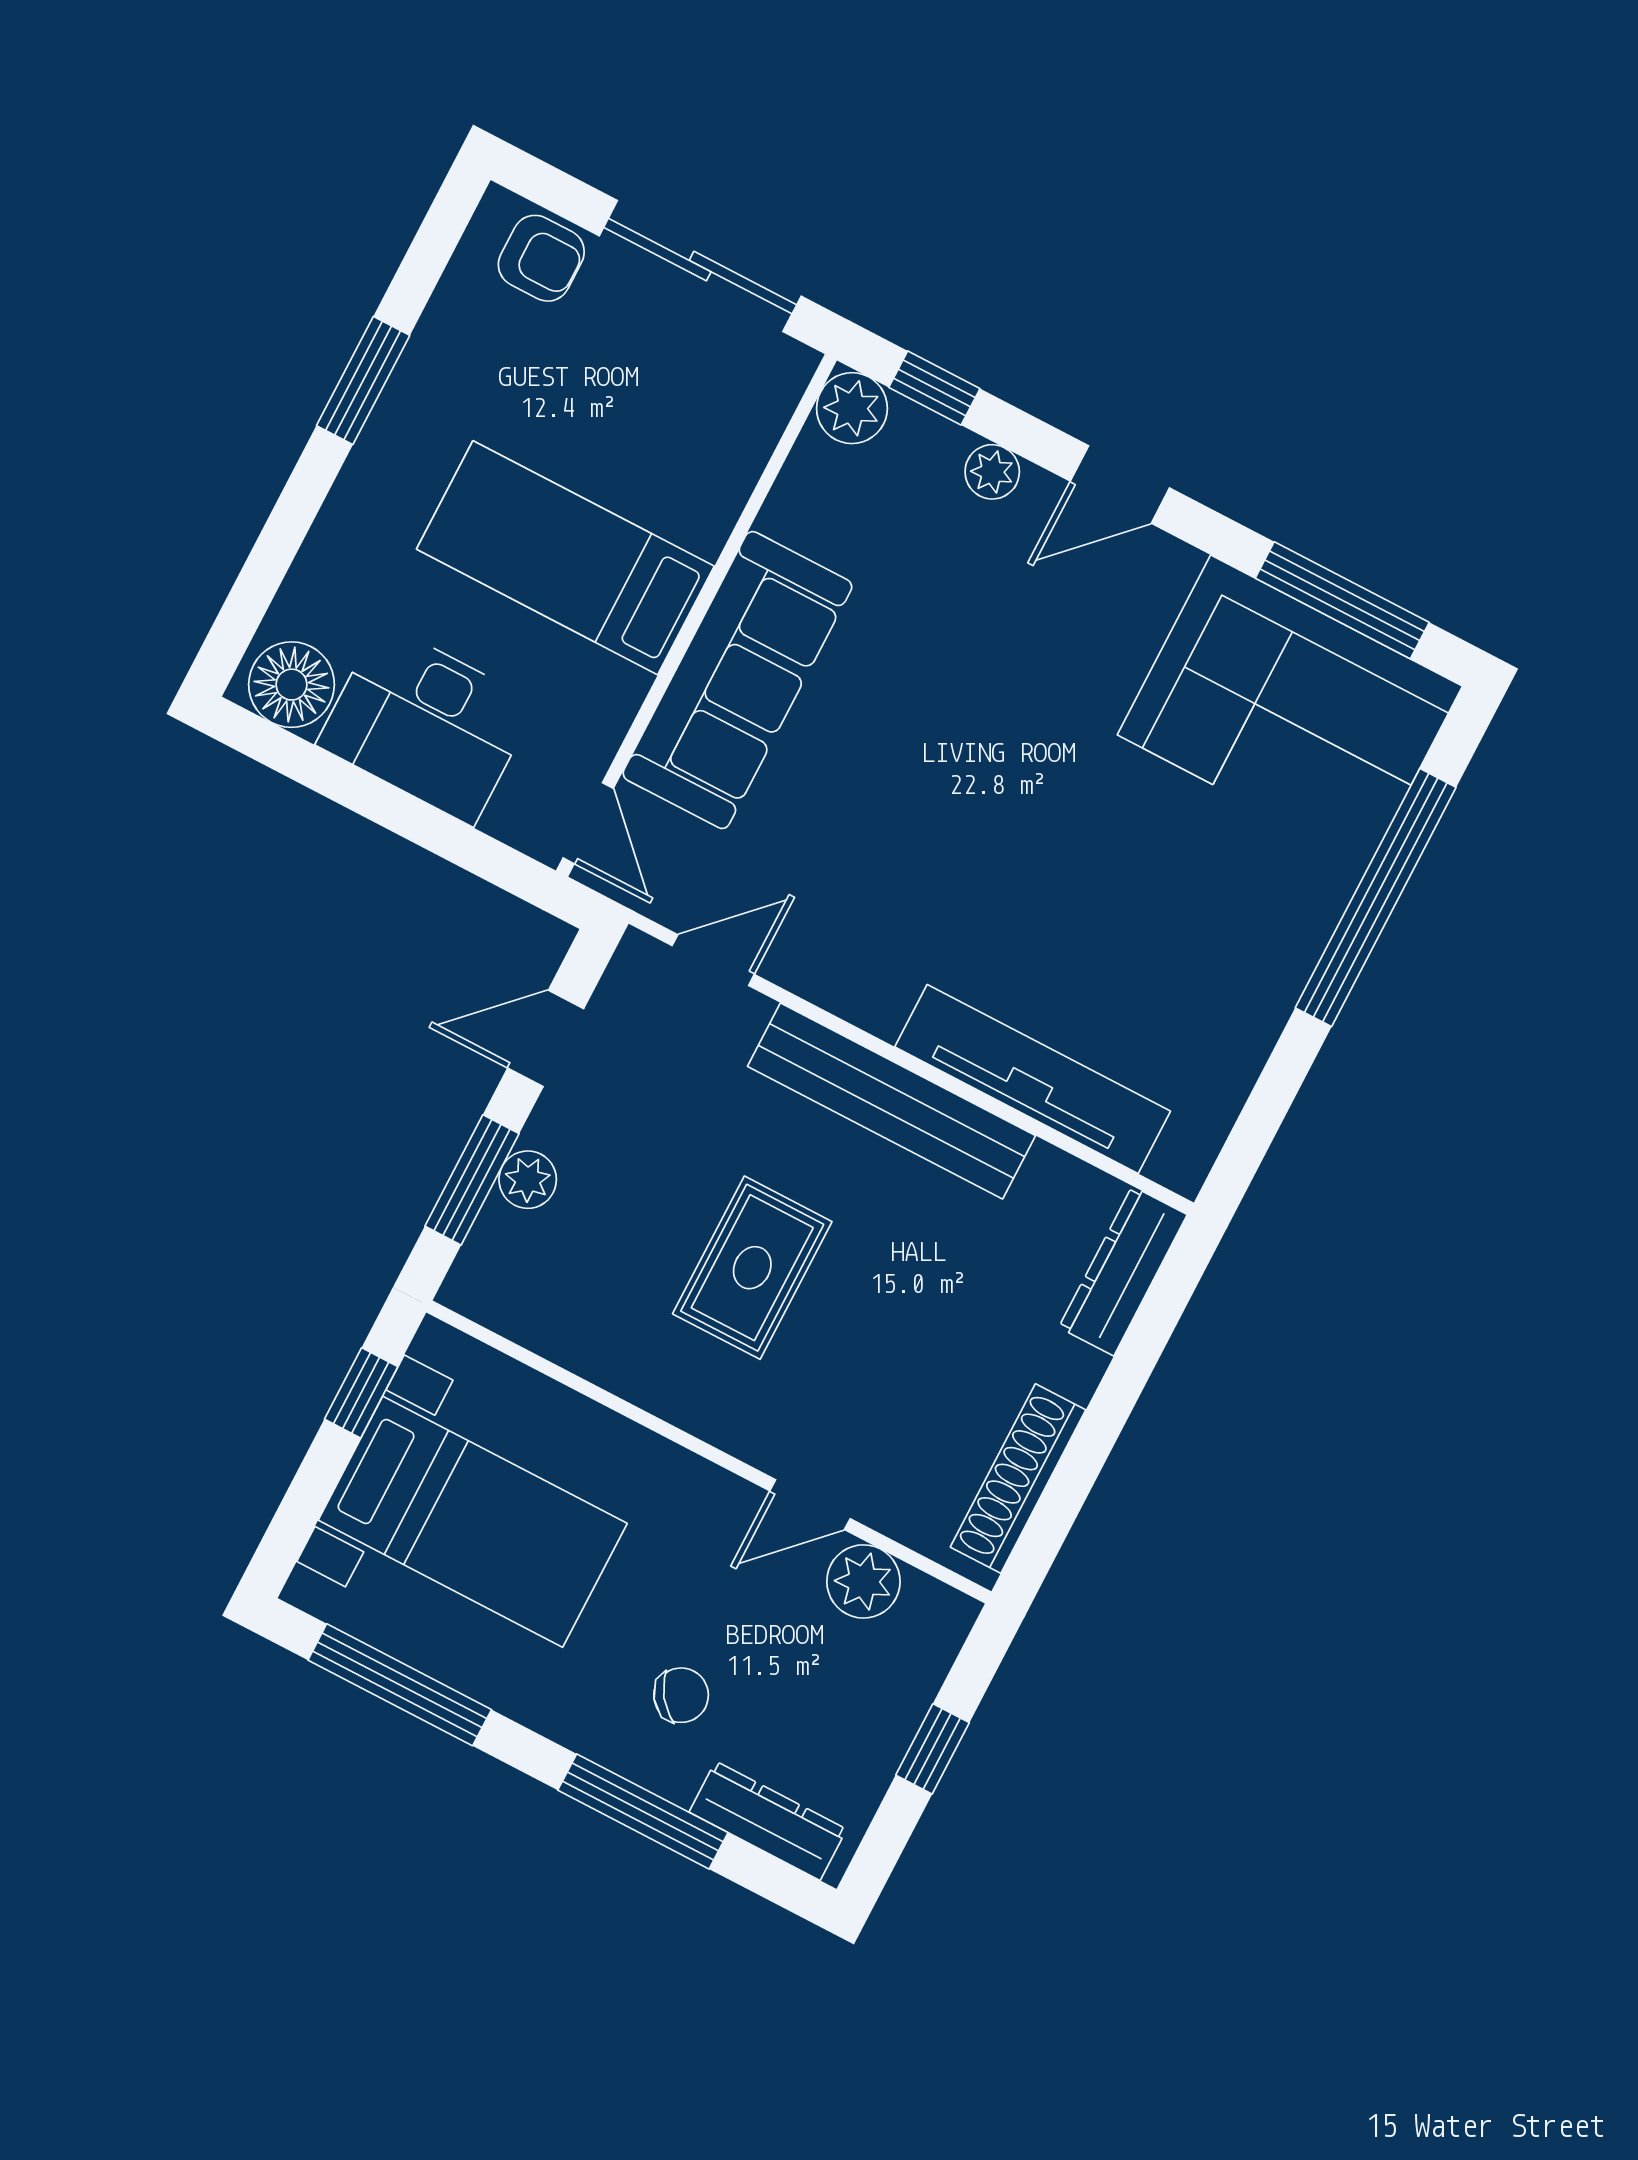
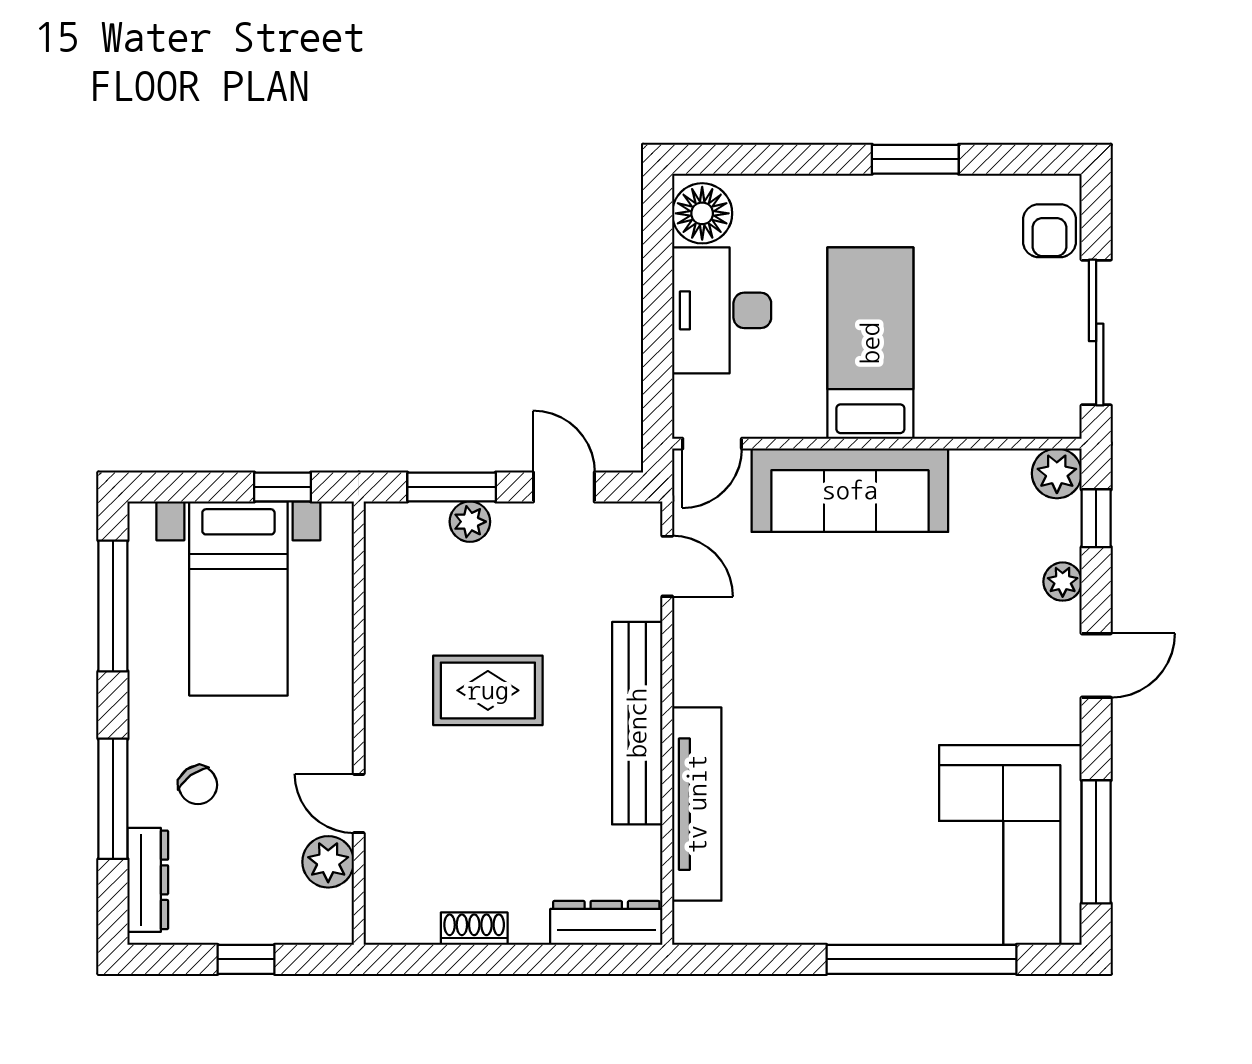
door: (1120, 485) -> (1096, 665), swing flipped
shoe rack: (1018, 1478) -> (474, 929), width x0.51, depth x0.81

